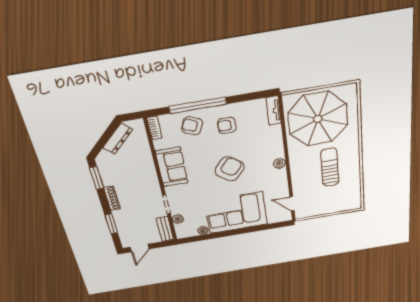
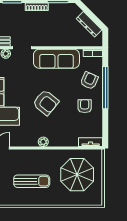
parasol: (318, 119) -> (77, 175), width x0.73, depth x0.73
sofa: (172, 167) -> (56, 59), width x1.36

